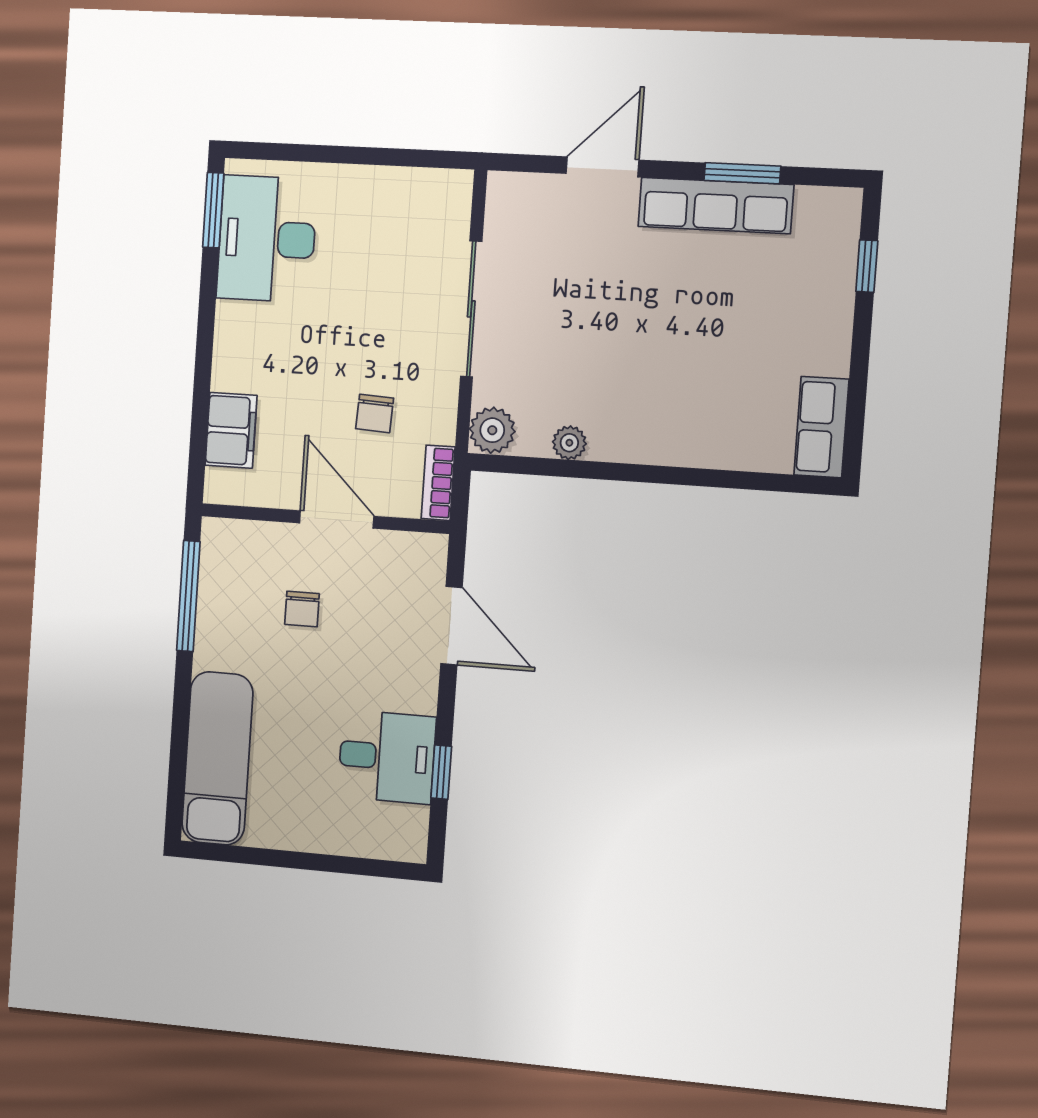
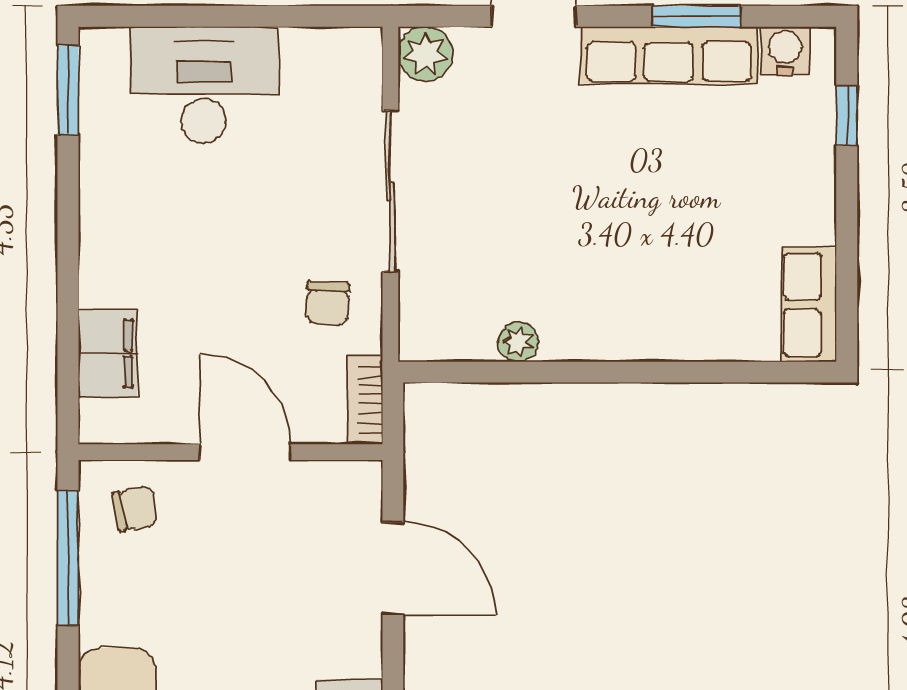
water cooler: (817, 207) -> (785, 51), added
desk: (267, 239) -> (204, 85), moved, turned 90
chair: (375, 413) -> (328, 303), moved
plant: (492, 430) -> (426, 54), moved
chair: (302, 609) -> (135, 509), moved, turned -100

